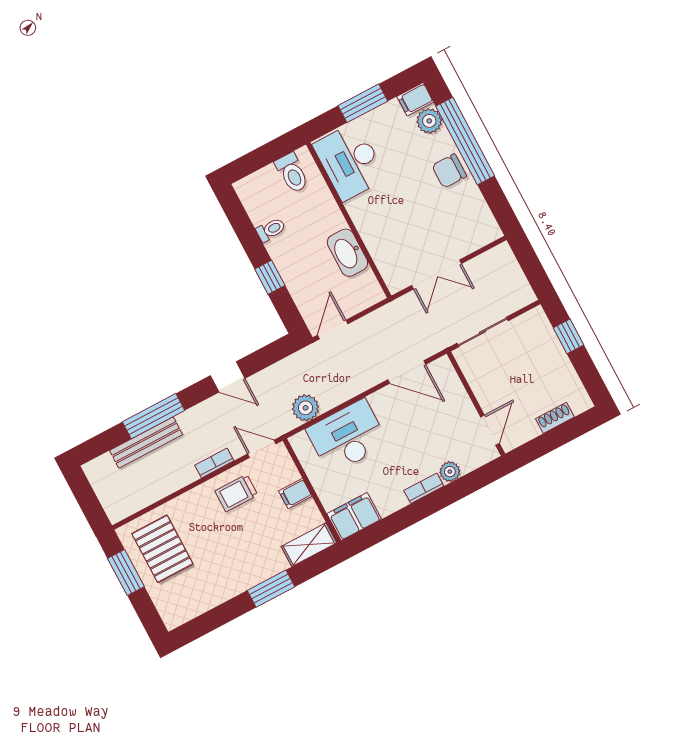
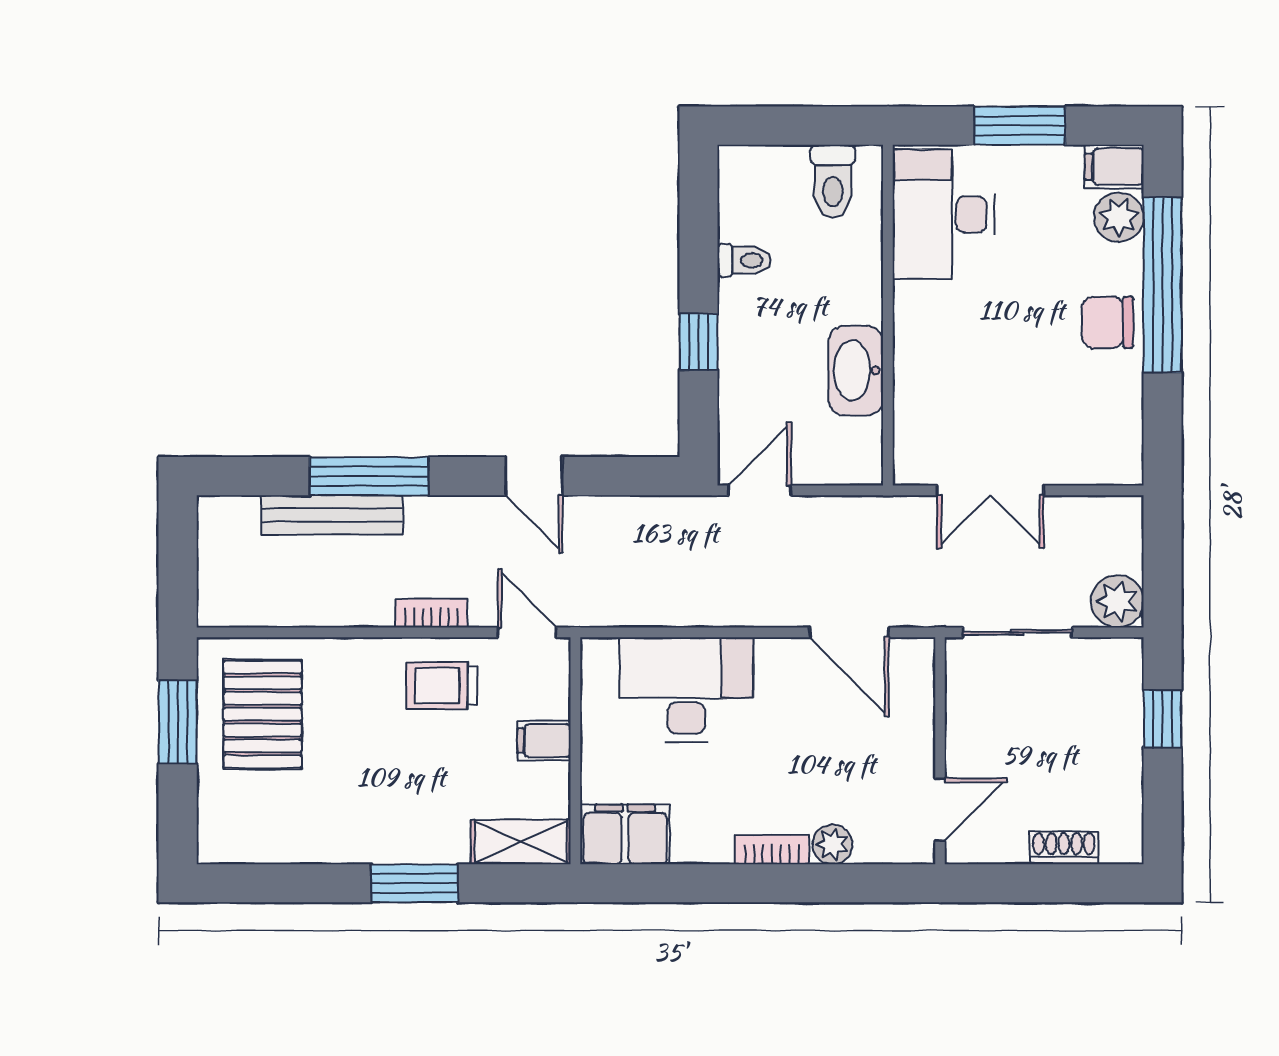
plant: (306, 408) -> (1117, 601), moved

